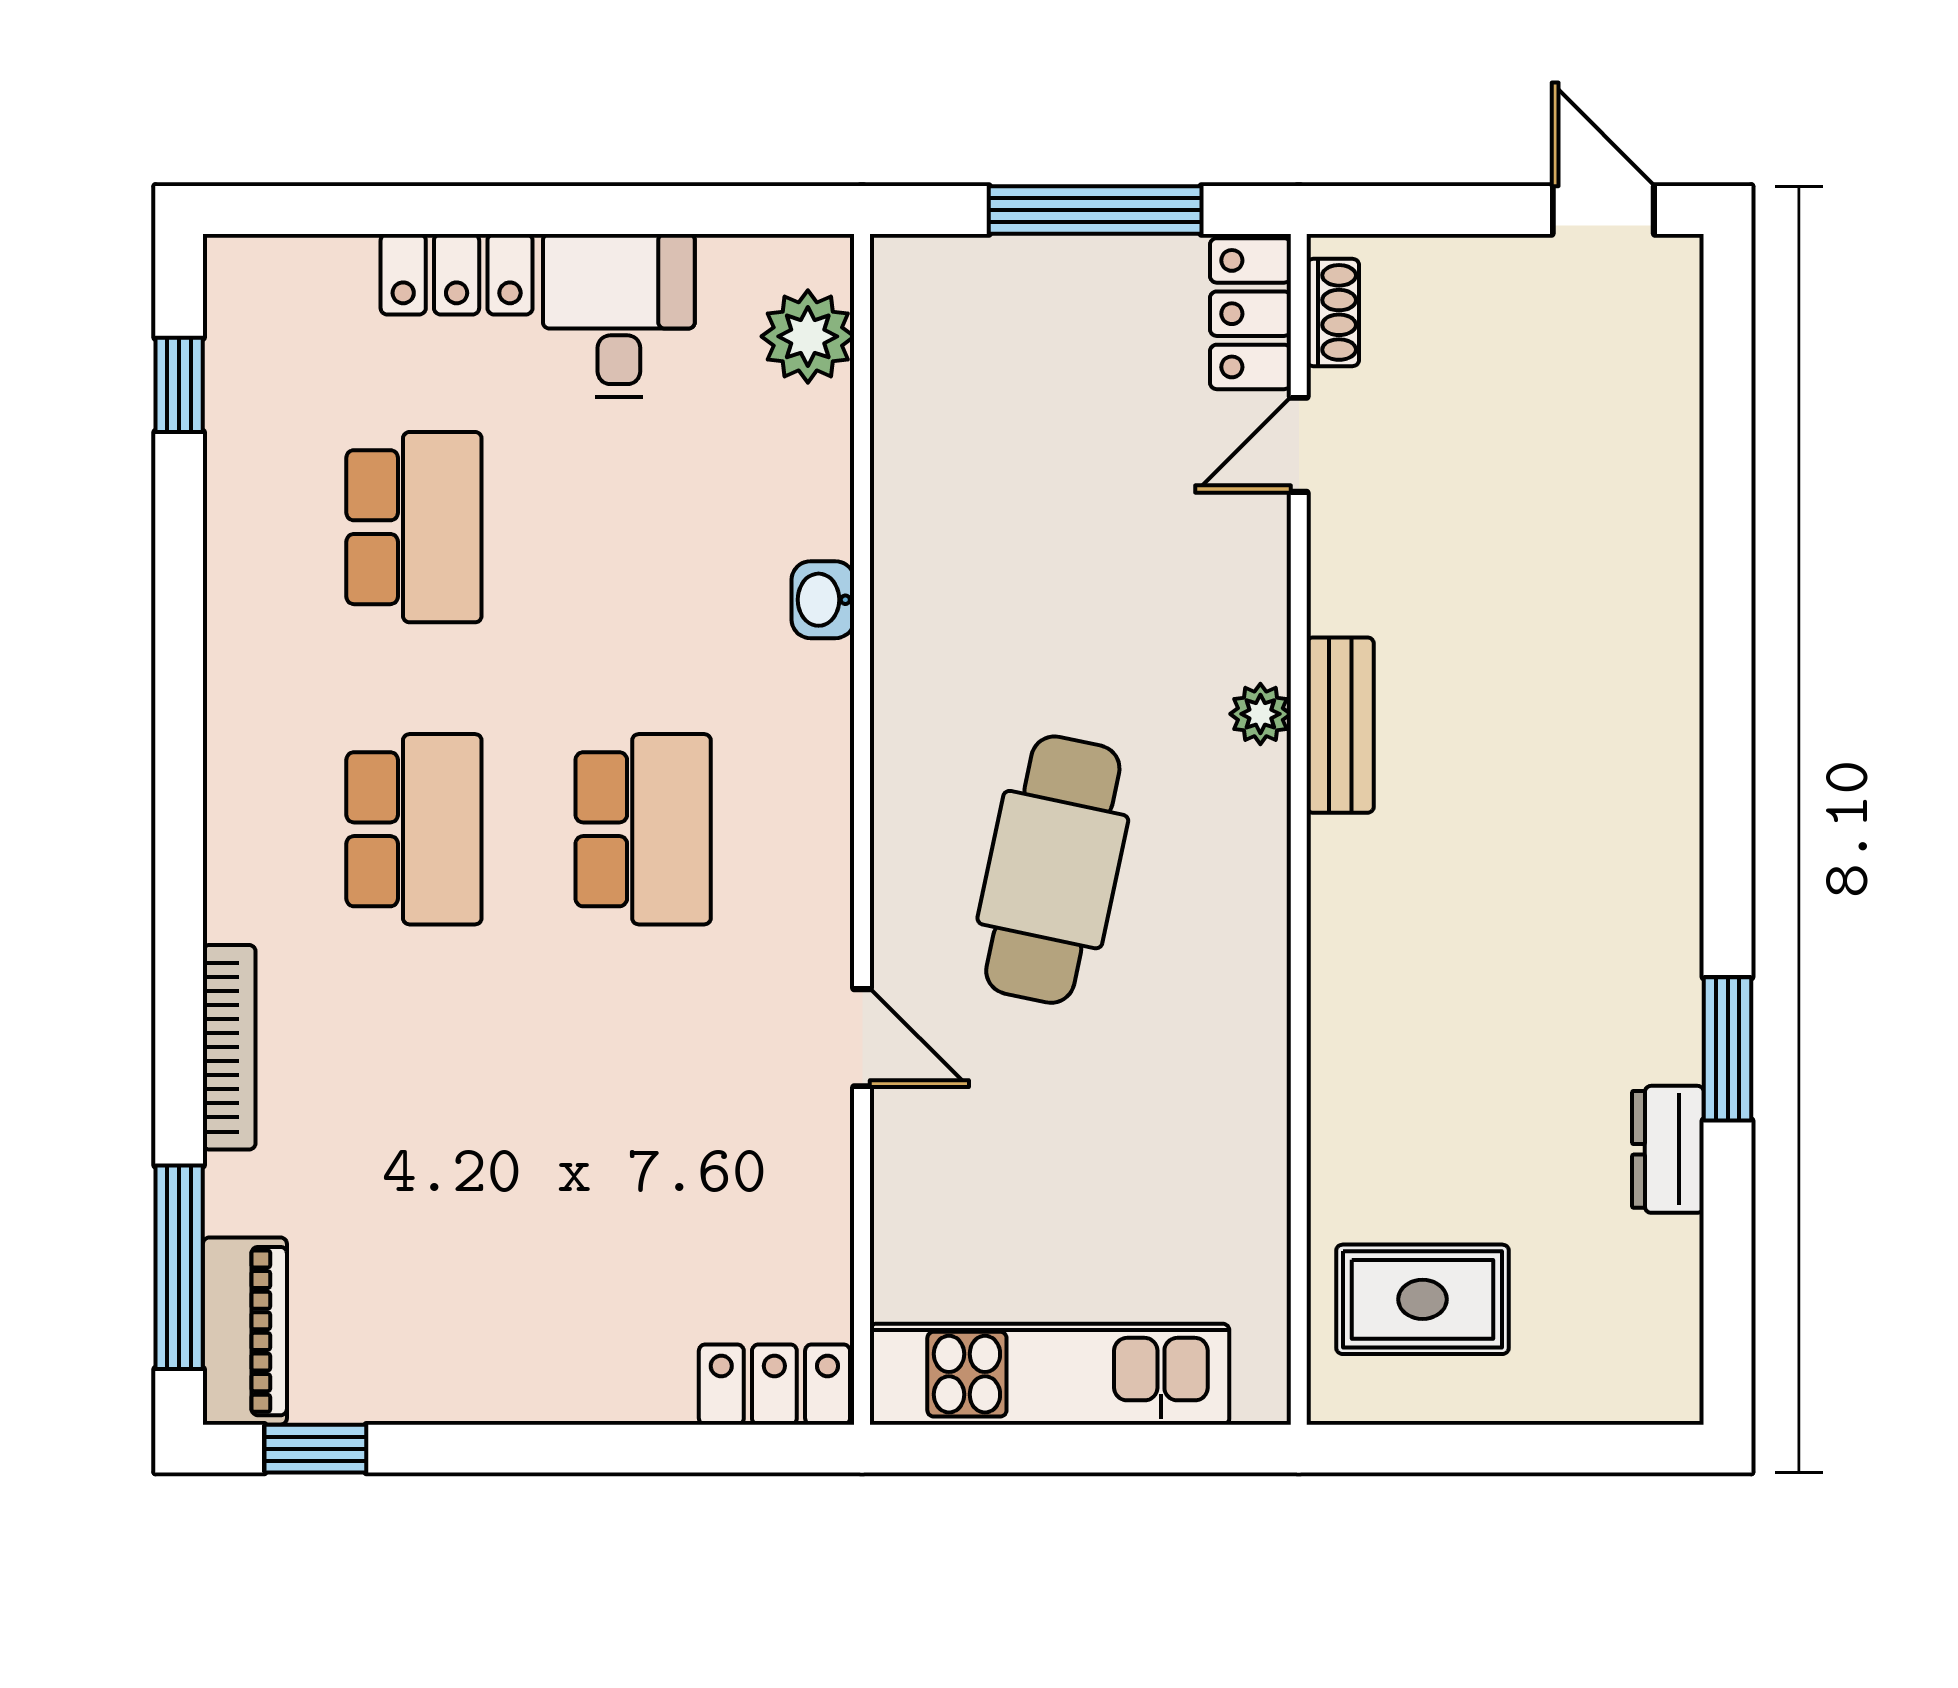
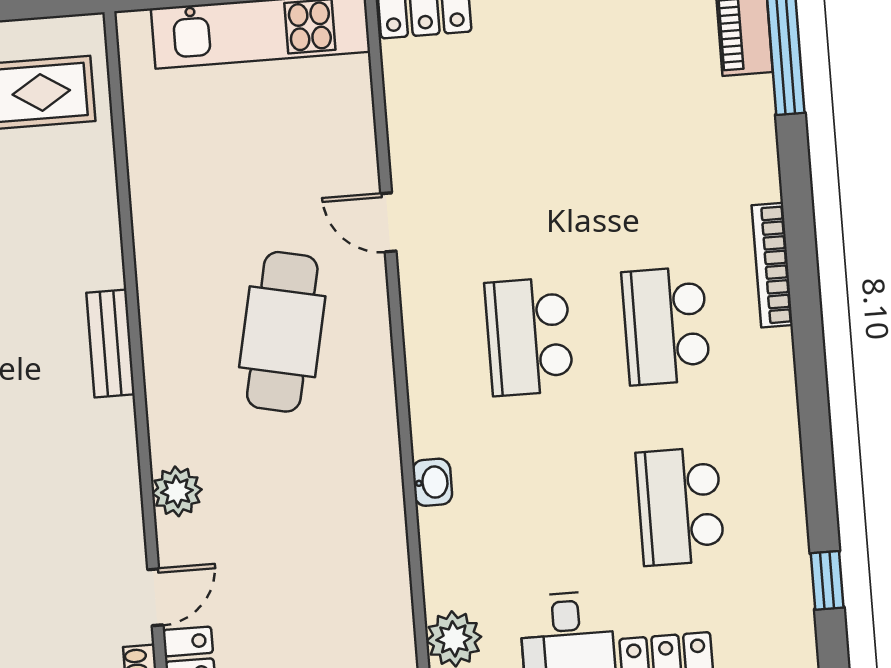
plant: (1260, 714) -> (177, 491), moved, width x1.38, depth x1.38
bench: (1340, 725) -> (110, 343), moved
bookcase: (229, 1047) -> (772, 265), moved

